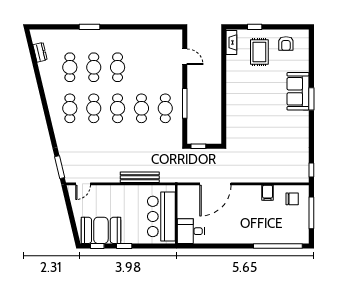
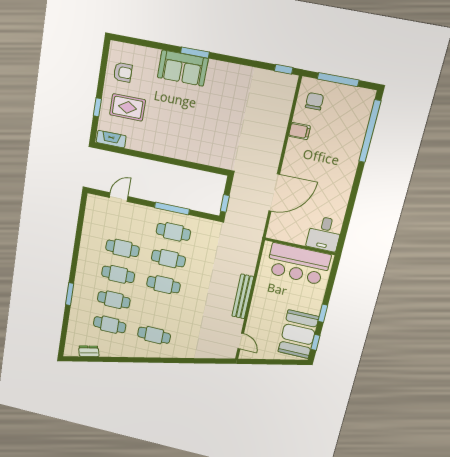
cafe table: (94, 108) -> (122, 248), moved
window: (60, 167) -> (216, 361), removed
bench: (140, 177) -> (243, 296), moved
door: (215, 184) -> (274, 193), hinge flipped

